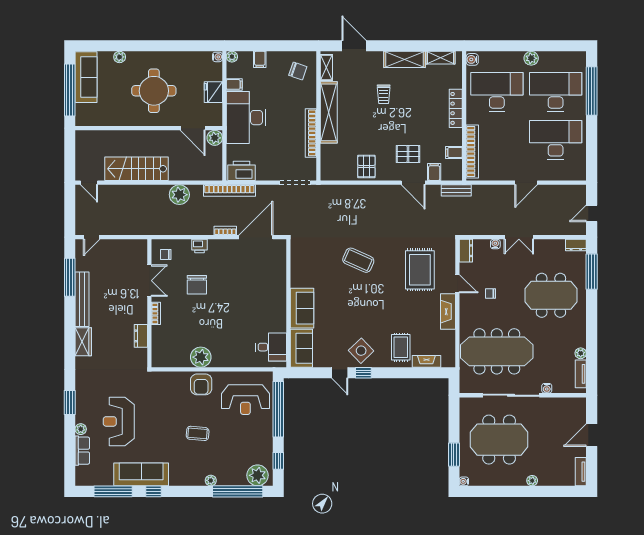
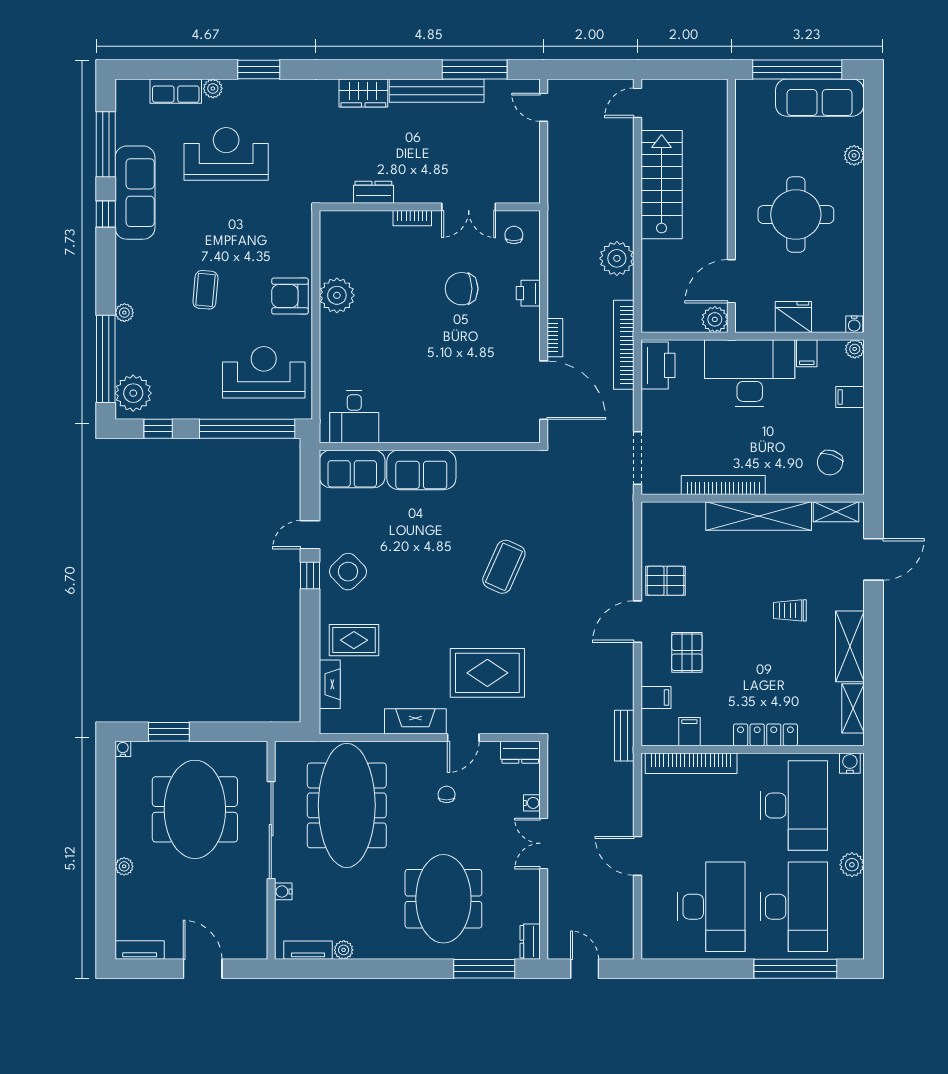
door: (413, 183) -> (638, 622), moved
reception desk: (245, 400) -> (264, 372), turned 90

